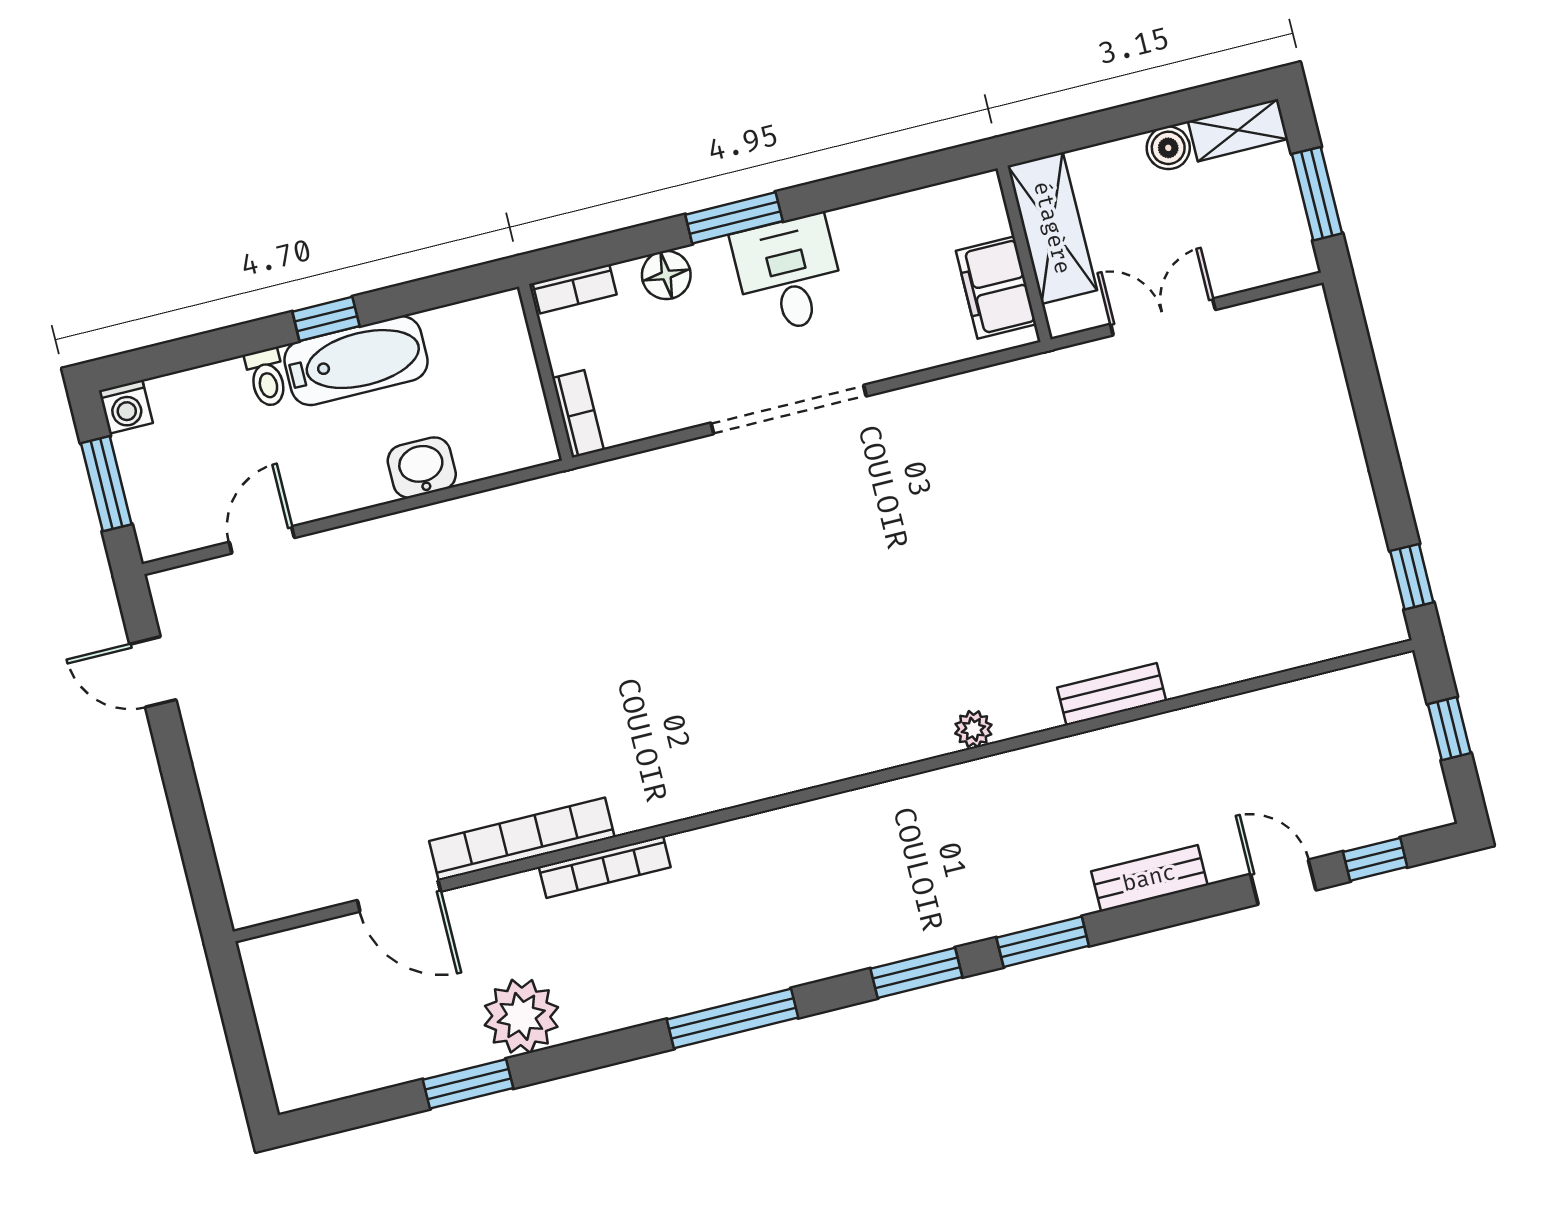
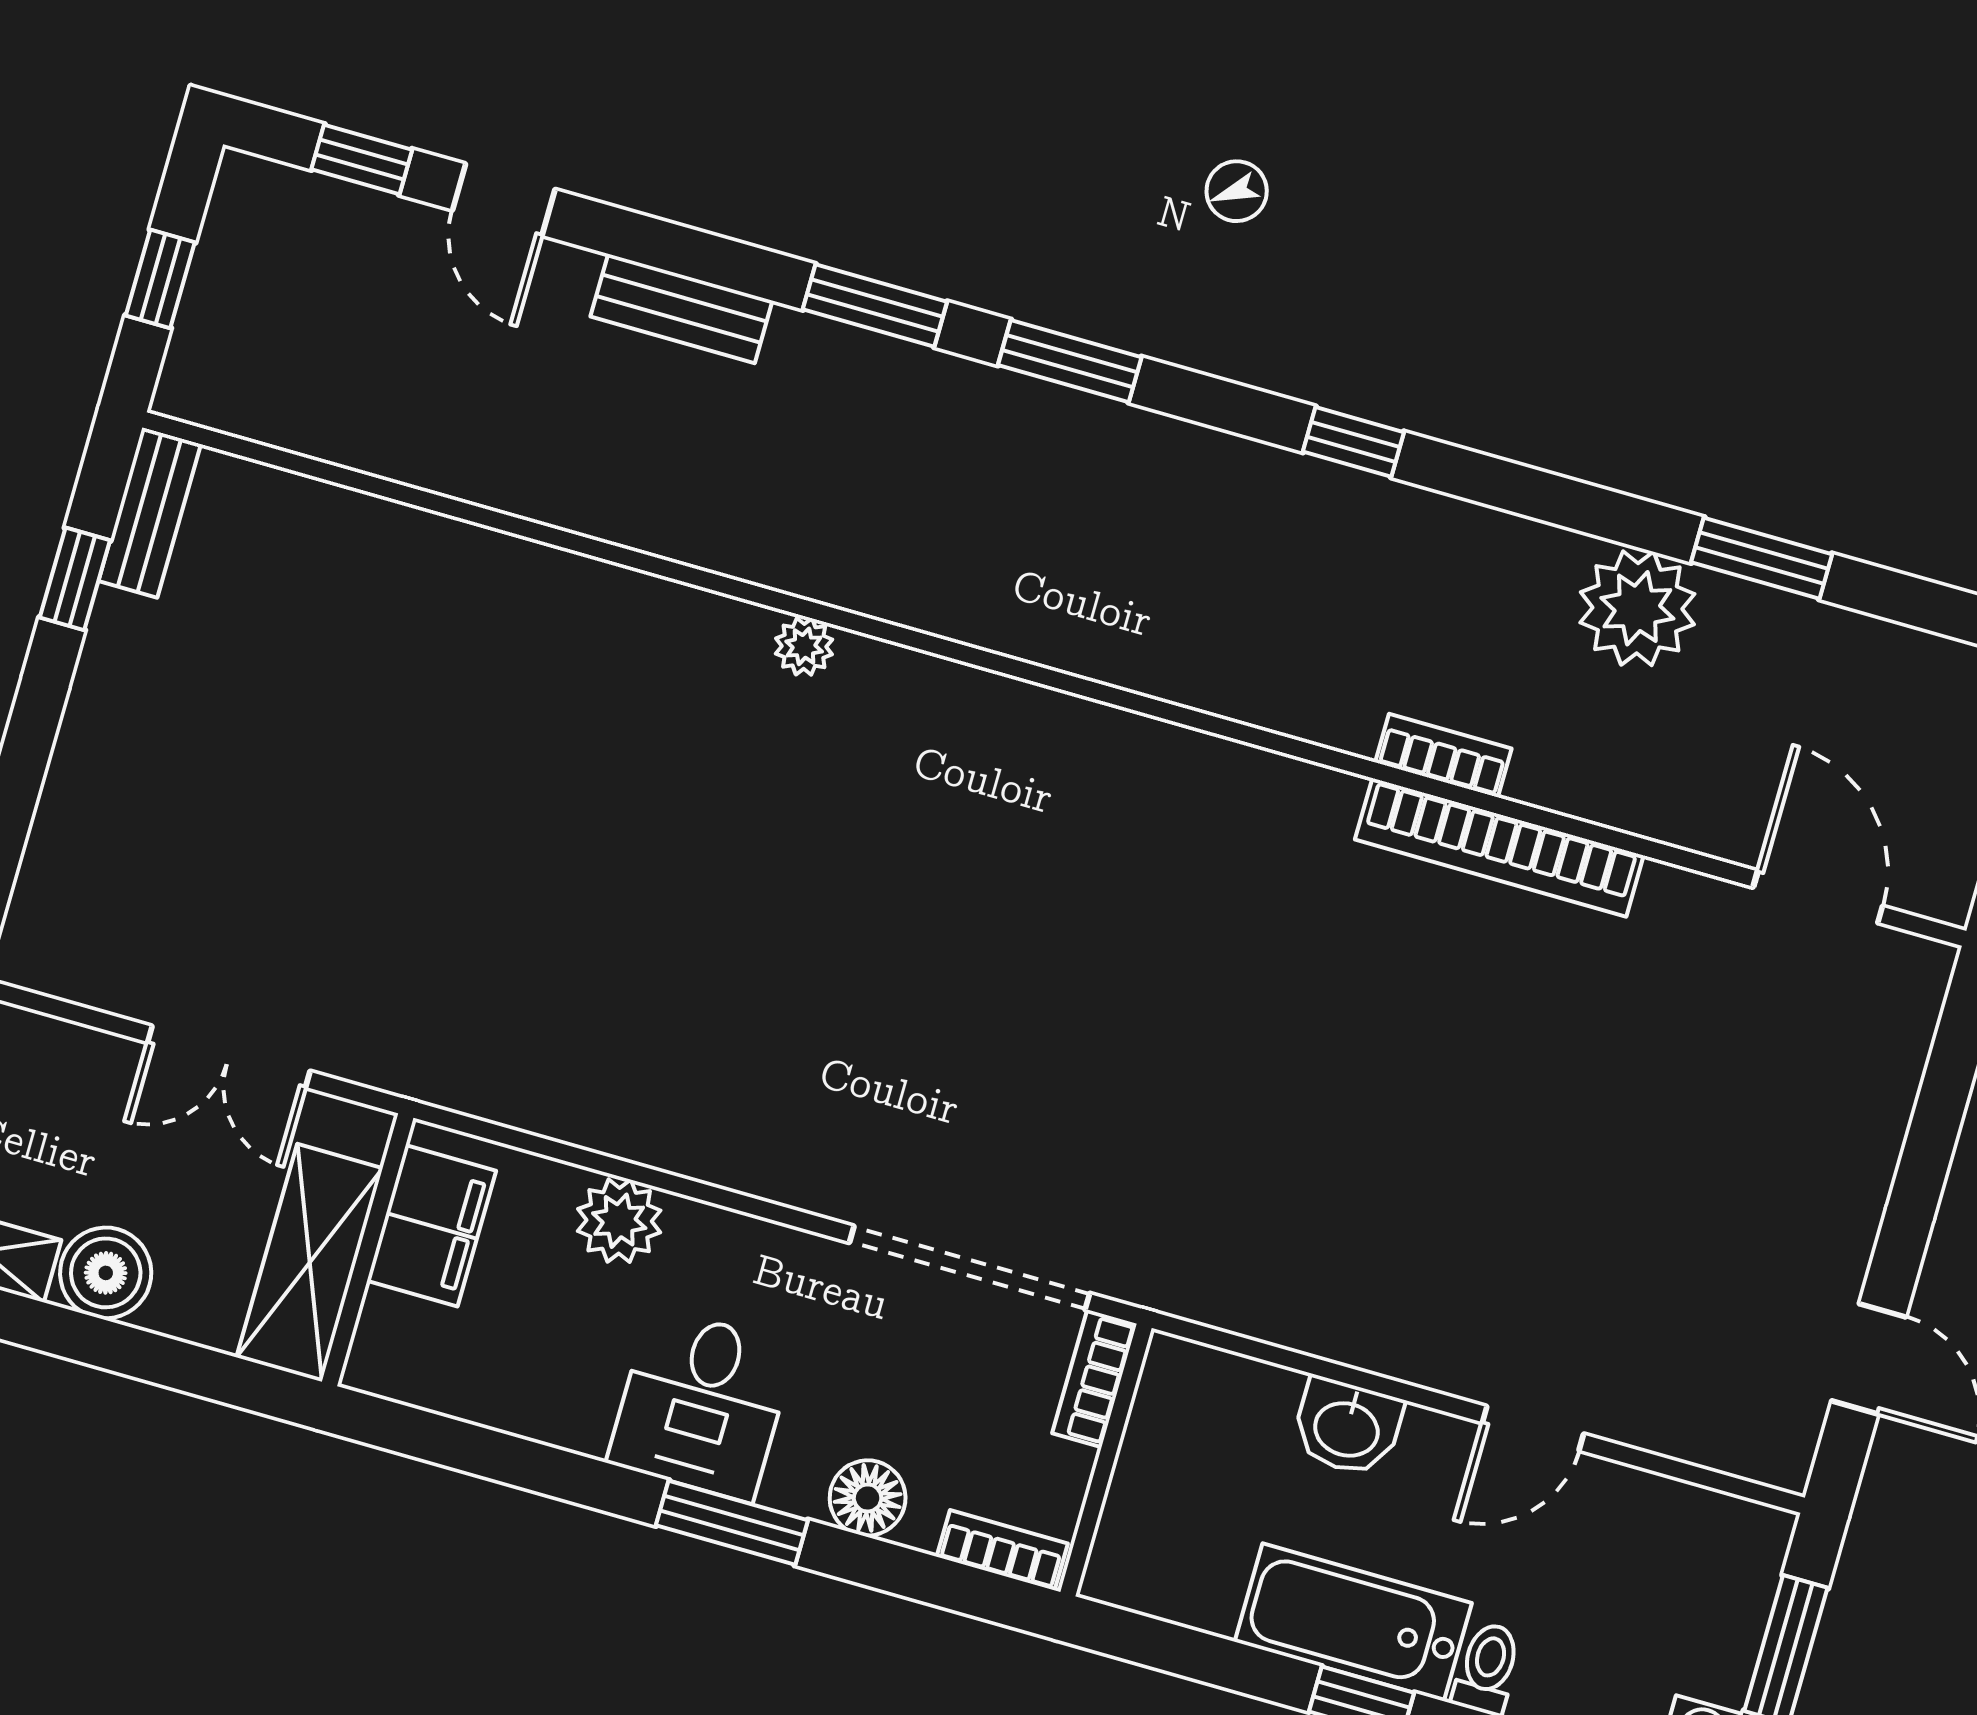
boiler: (1168, 148) -> (106, 1273), width x1.36, depth x1.36
plant: (893, 350) -> (619, 1221), added
doorway: (789, 410) -> (970, 1268), moved
door: (262, 540) -> (1533, 1428), moved
window: (1412, 577) -> (75, 579), moved
bench: (1112, 694) -> (150, 513), moved, turned 90
bookcase: (605, 867) -> (1443, 756), width x0.64
door: (399, 896) -> (1818, 897), moved
window: (733, 1018) -> (1353, 442), width x0.46

